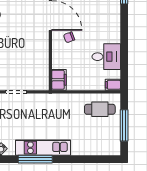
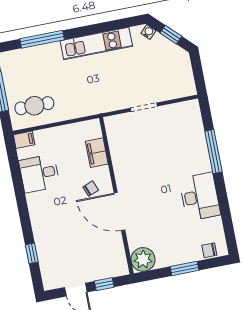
filing cabinet: (59, 80) -> (97, 153), moved
window: (35, 159) -> (42, 39), moved

